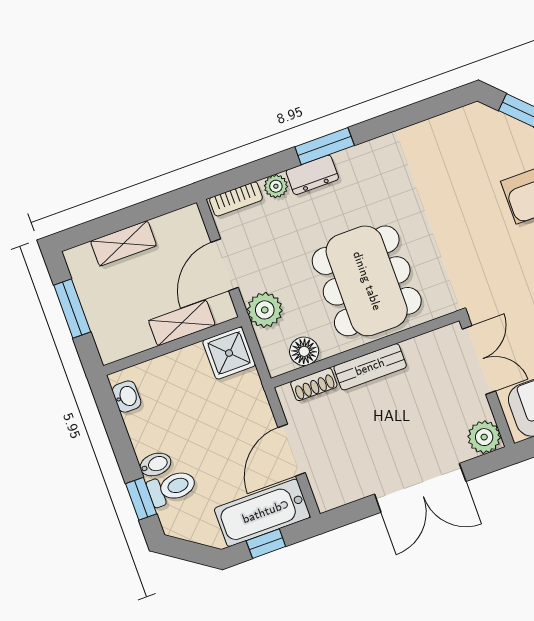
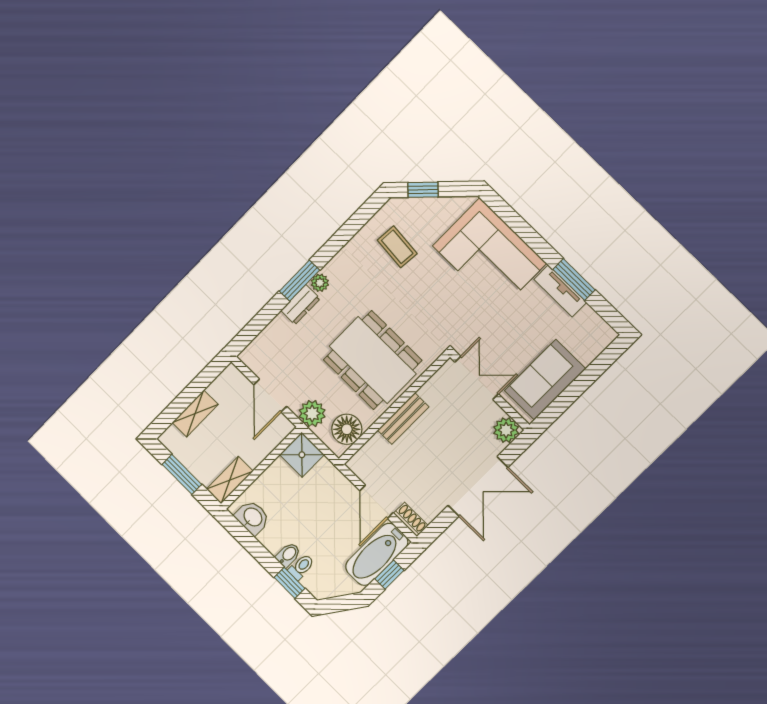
coffee table: (459, 162) -> (397, 247), added
plant: (276, 186) -> (320, 283), moved
bookcase: (236, 199) -> (256, 346), removed
shelving: (182, 323) -> (230, 480), moved
floor lamp: (304, 351) -> (347, 429), width x1.38, depth x1.38
shoe rack: (314, 384) -> (411, 520), moved, turned -90
washbasin: (127, 397) -> (252, 517), width x1.38, depth x1.45
toilet: (172, 488) -> (301, 567), width x0.73, depth x0.72

